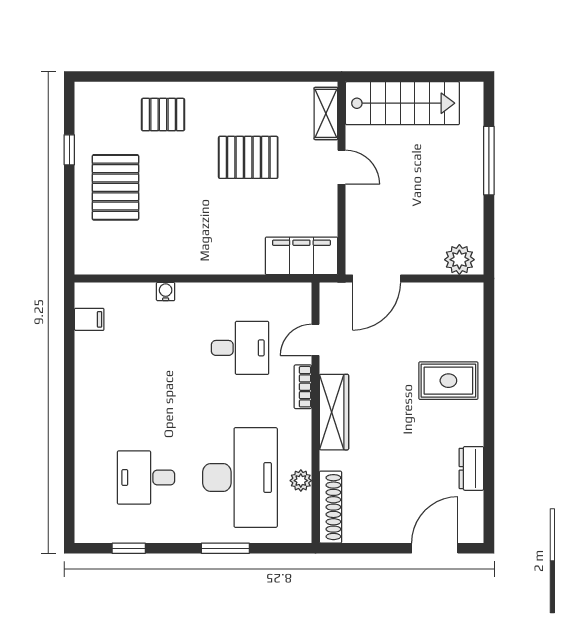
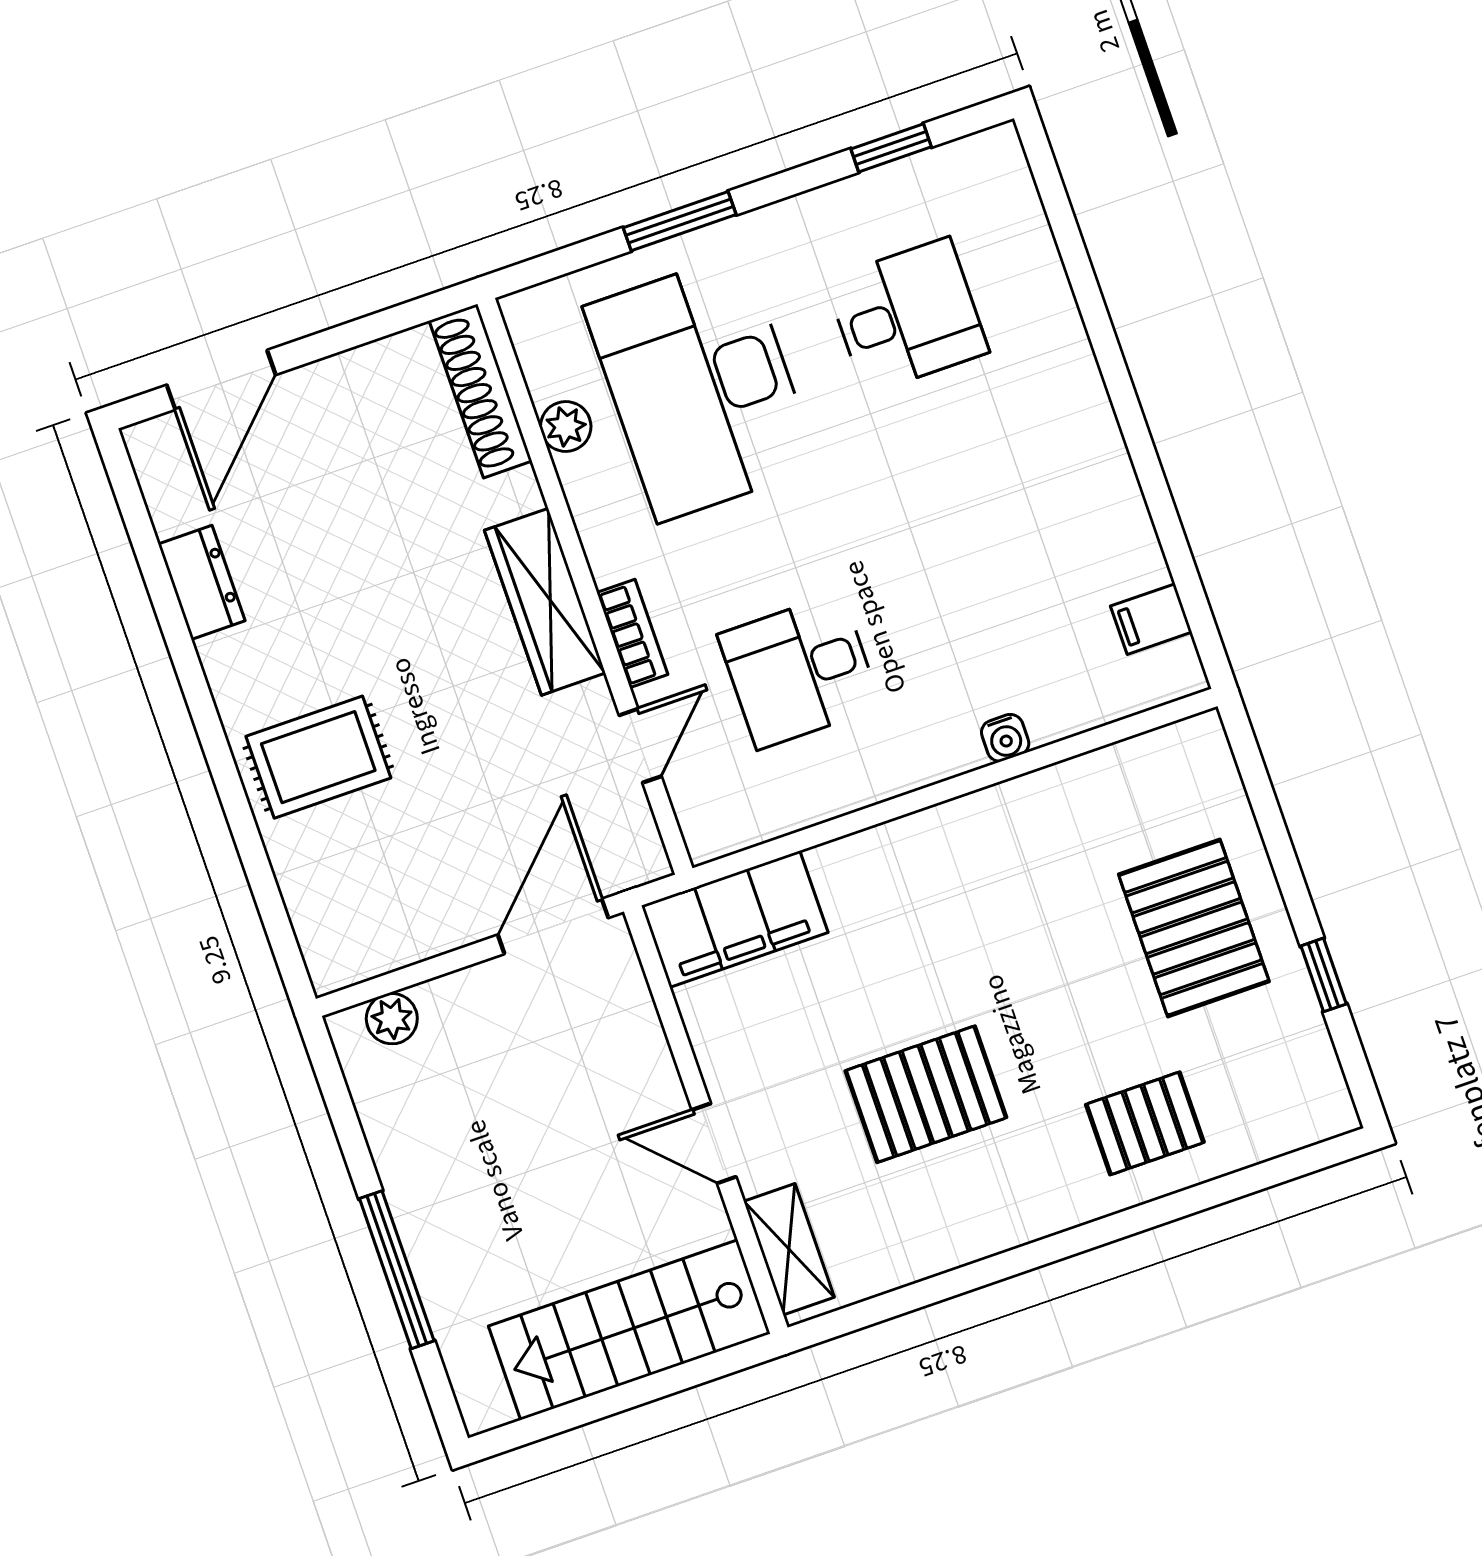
plant: (459, 260) -> (392, 1019), width x0.73, depth x0.73

